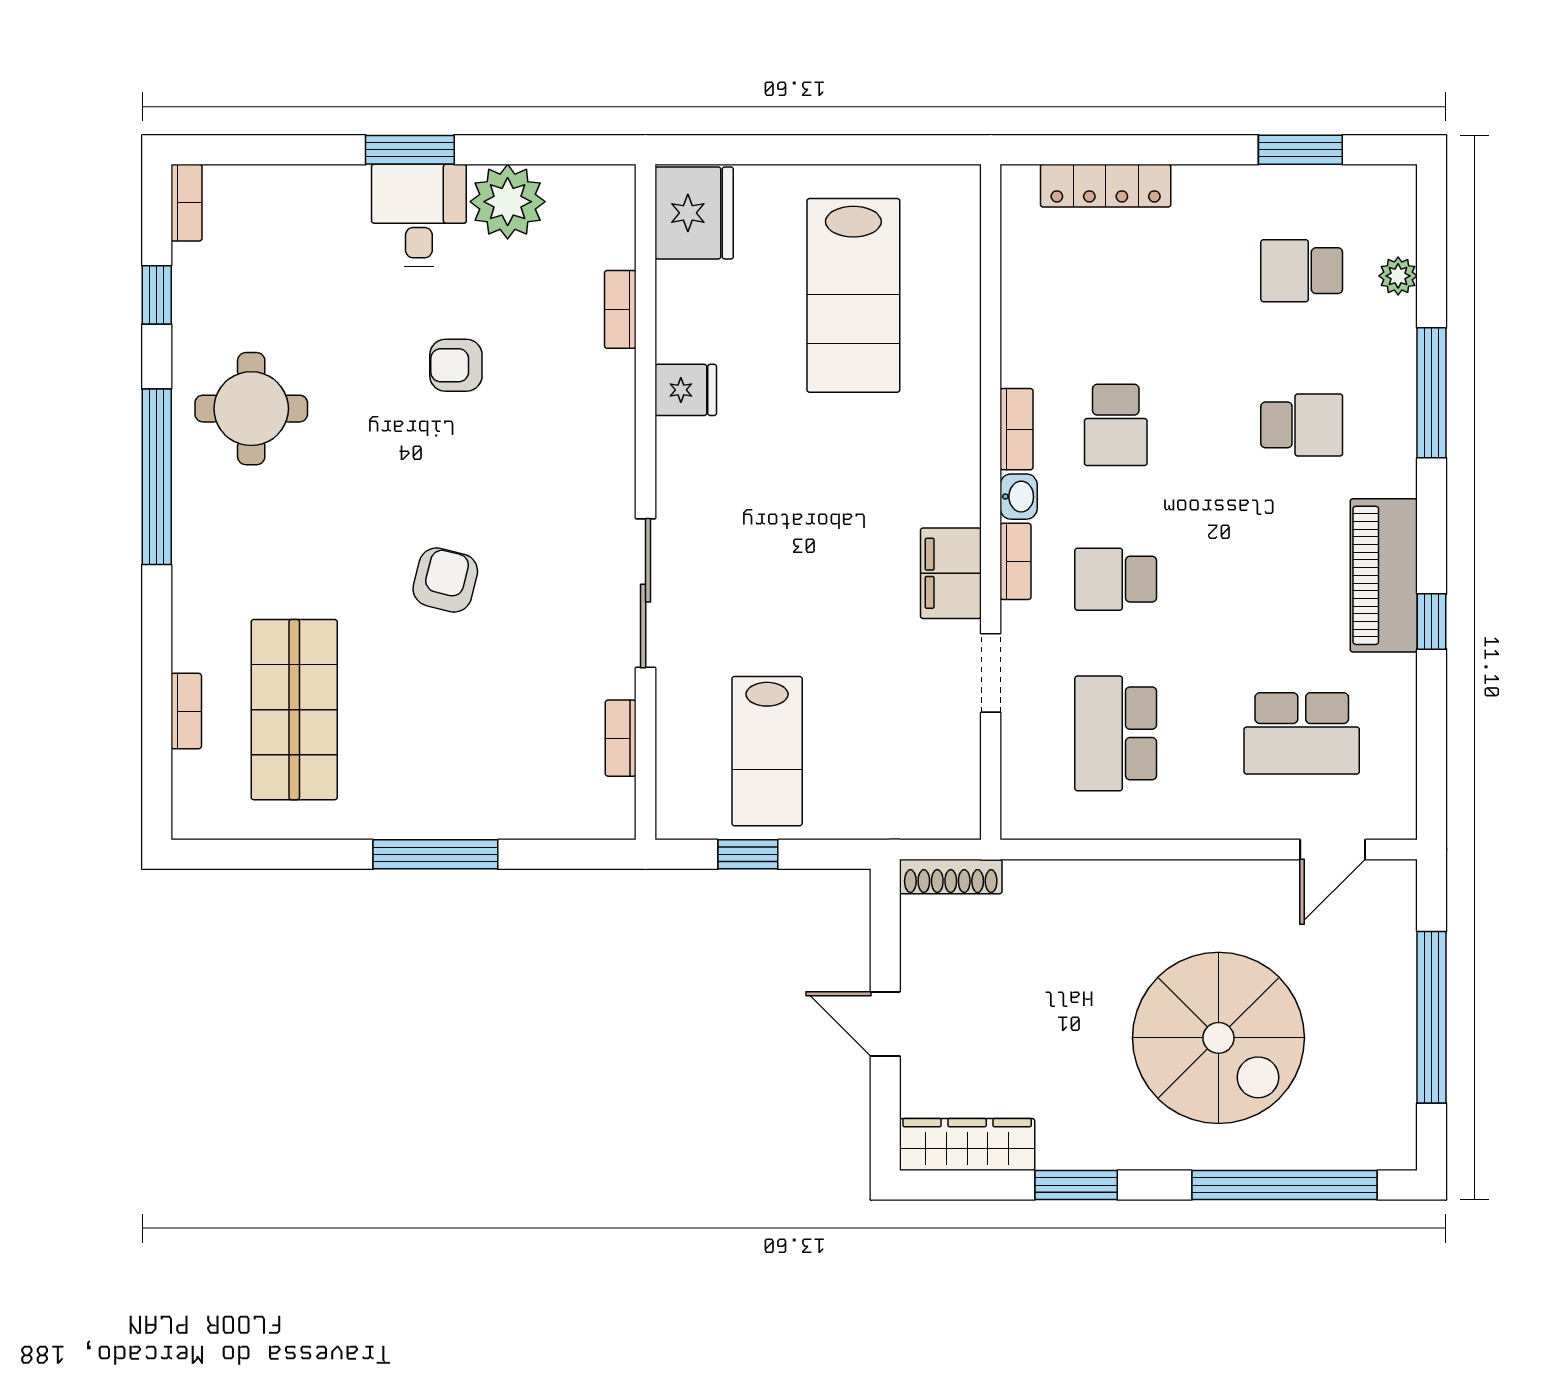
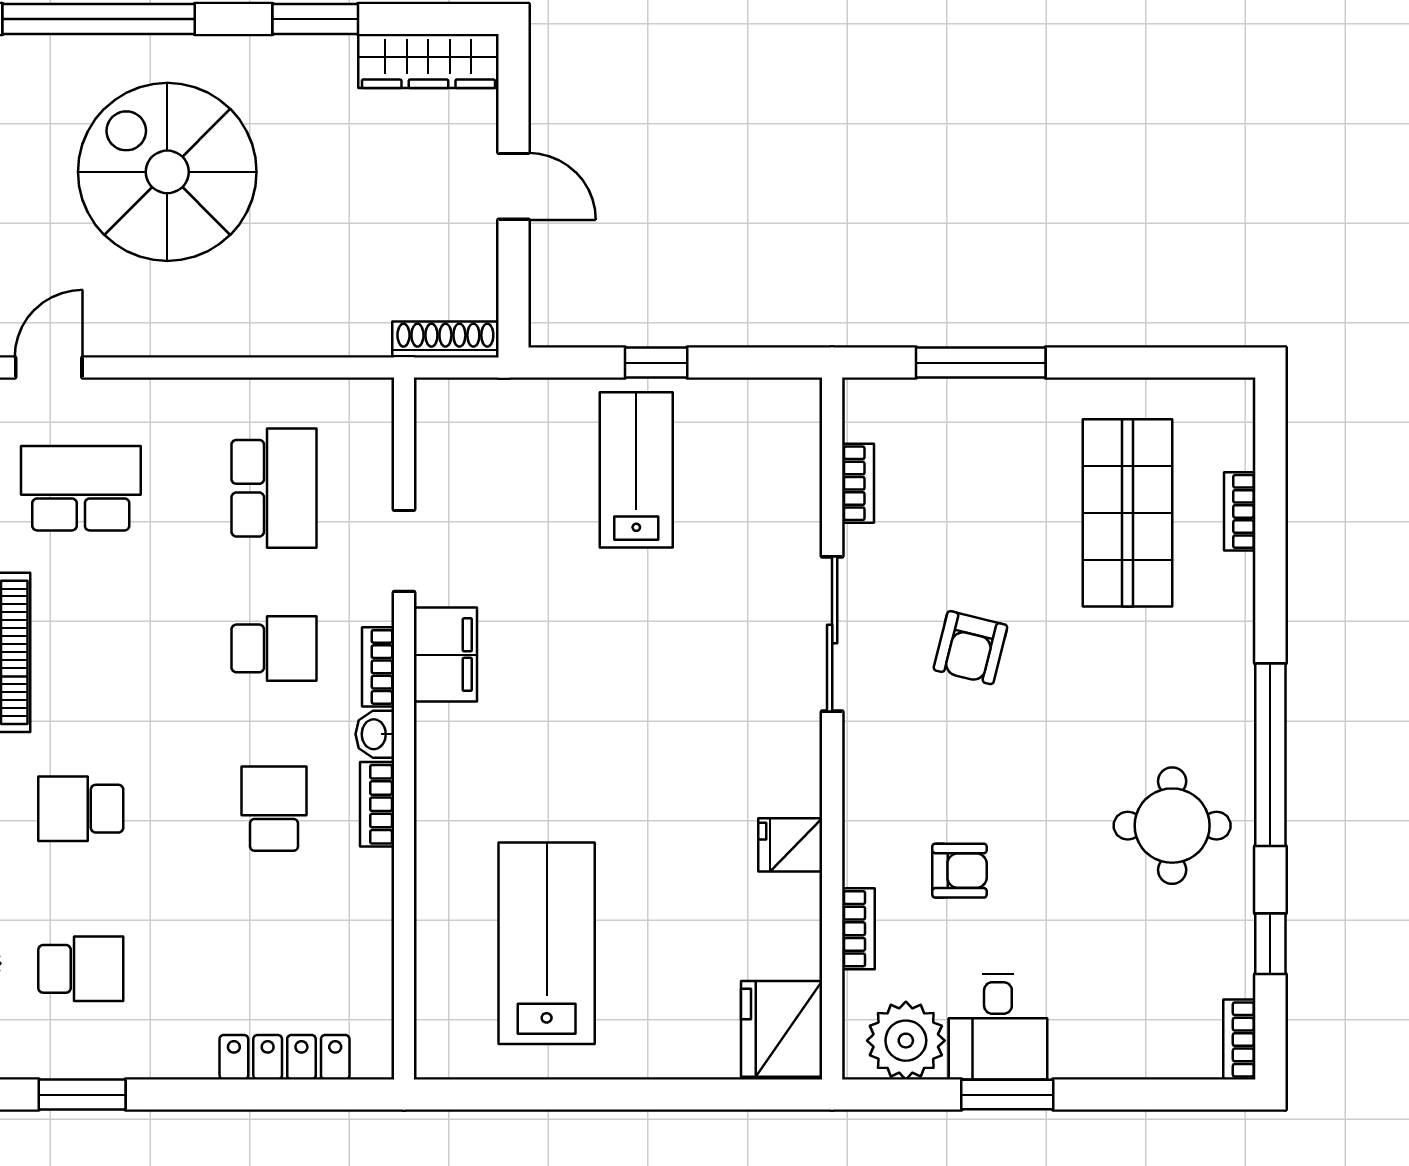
fridge: (694, 213) -> (782, 1029), moved
bookcase: (620, 309) -> (858, 929), moved
fridge: (686, 390) -> (790, 845), moved
wall: (646, 502) -> (832, 729), moved
sliding door: (646, 593) -> (832, 634), moved
bookcase: (621, 738) -> (858, 483), moved

